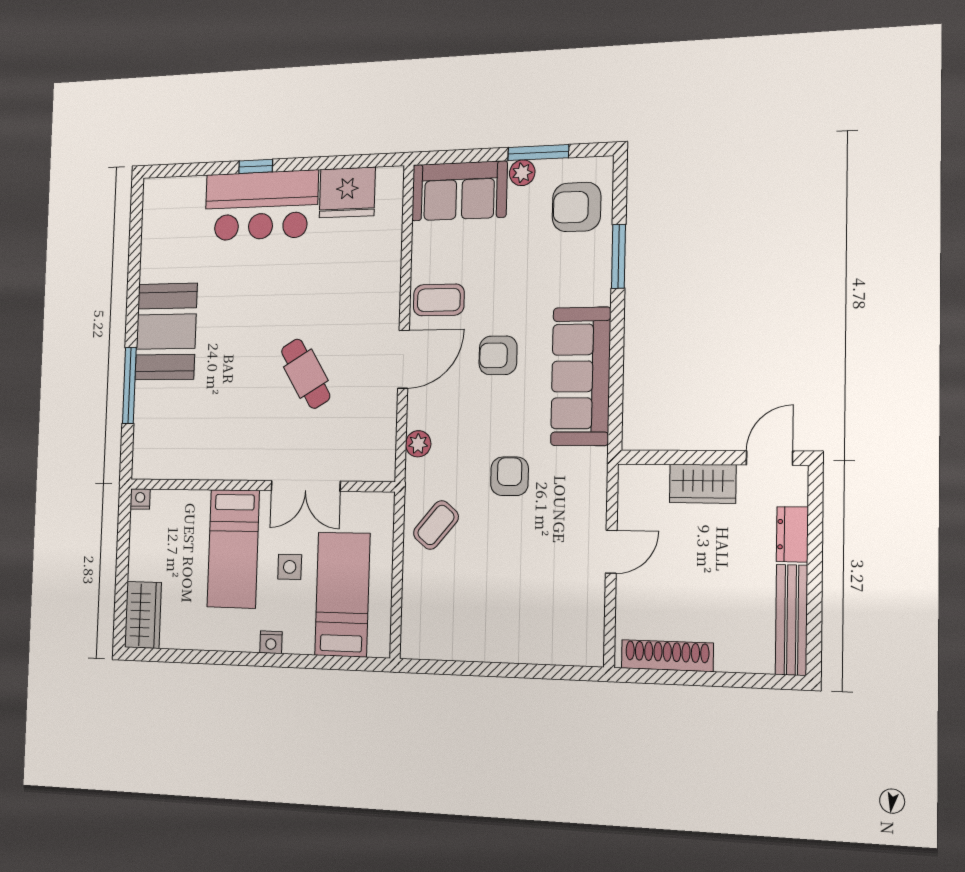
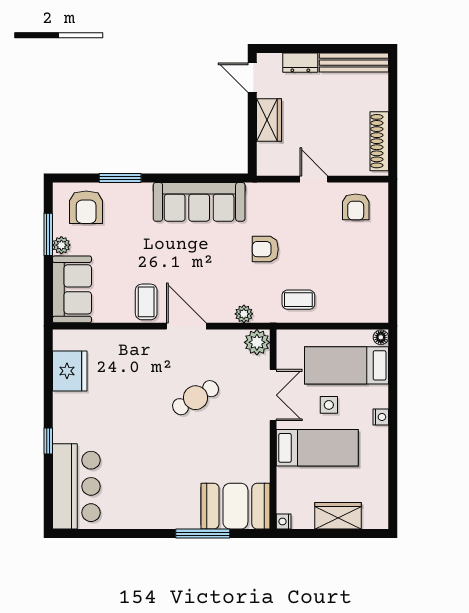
bar counter: (261, 206) -> (76, 486), moved
booth: (166, 332) -> (235, 506), moved
armchair: (498, 355) -> (356, 207), moved
plant: (378, 463) -> (257, 342), added
coffee table: (436, 525) -> (298, 300), turned -40
wardrobe: (143, 615) -> (338, 516), moved
floor lamp: (380, 647) -> (381, 337), added

